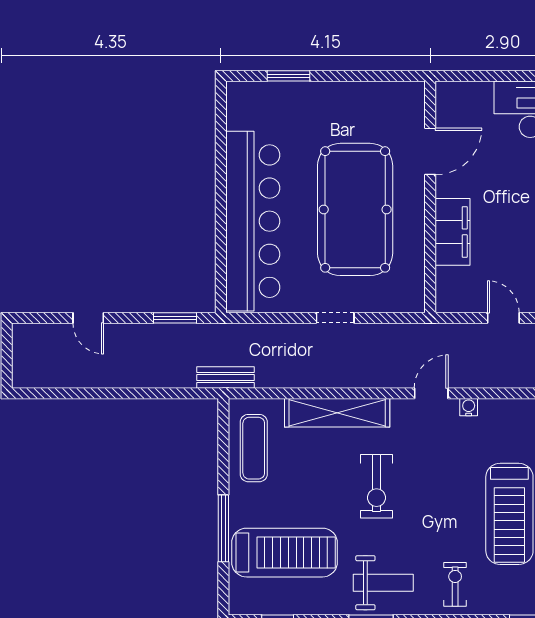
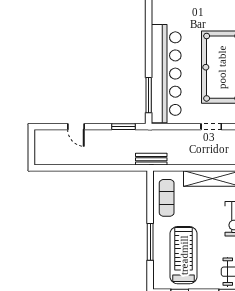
window: (221, 261) -> (149, 95), added
treadmill: (285, 553) -> (184, 255), turned -90

